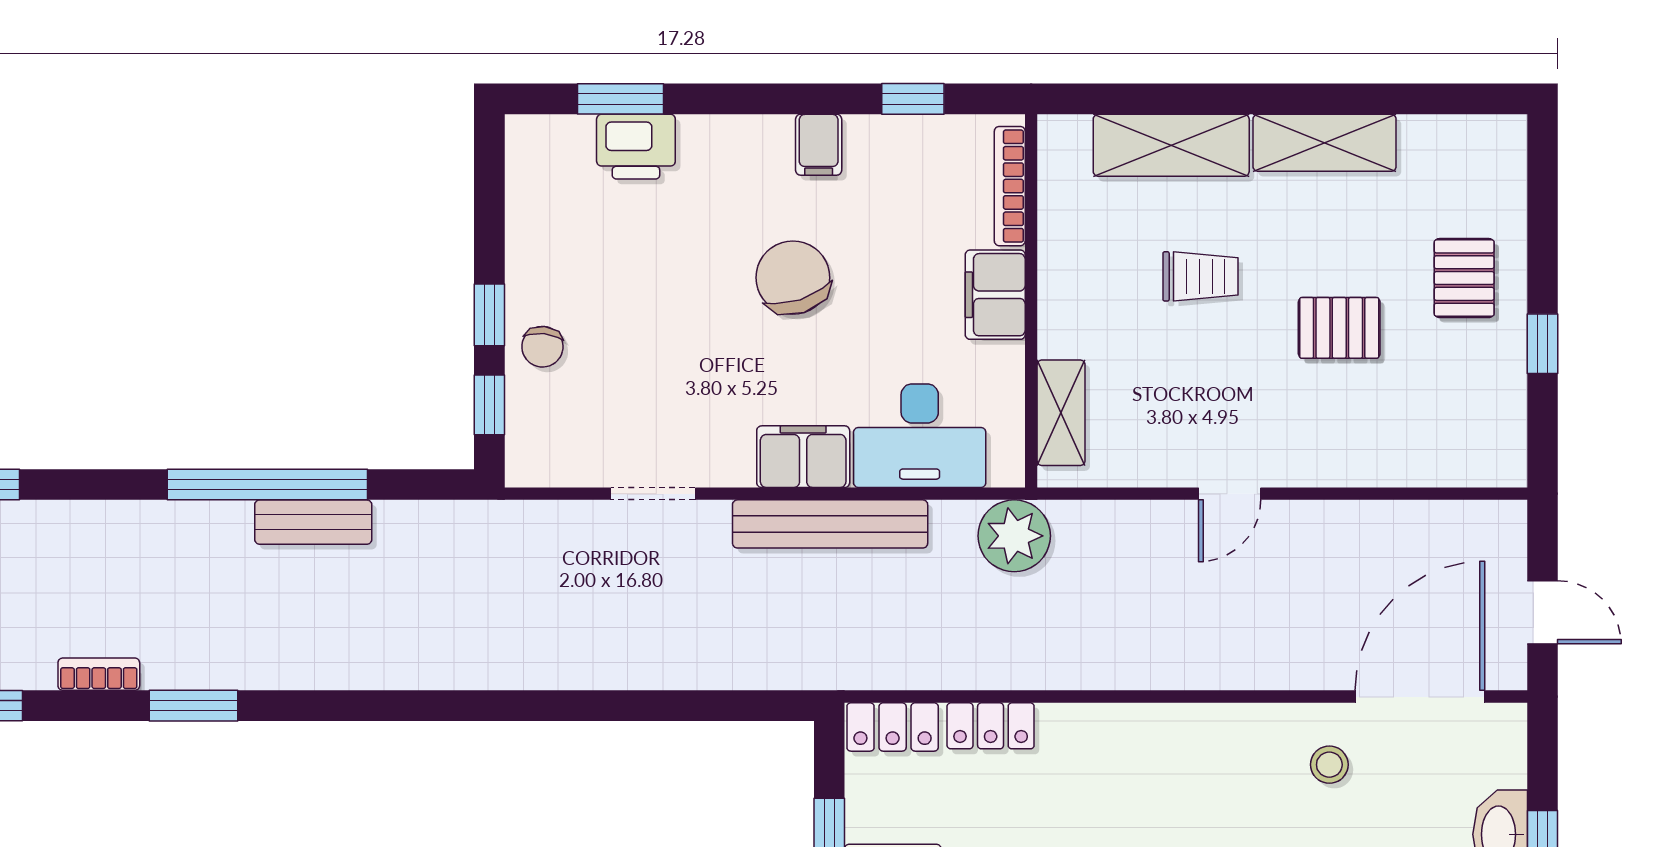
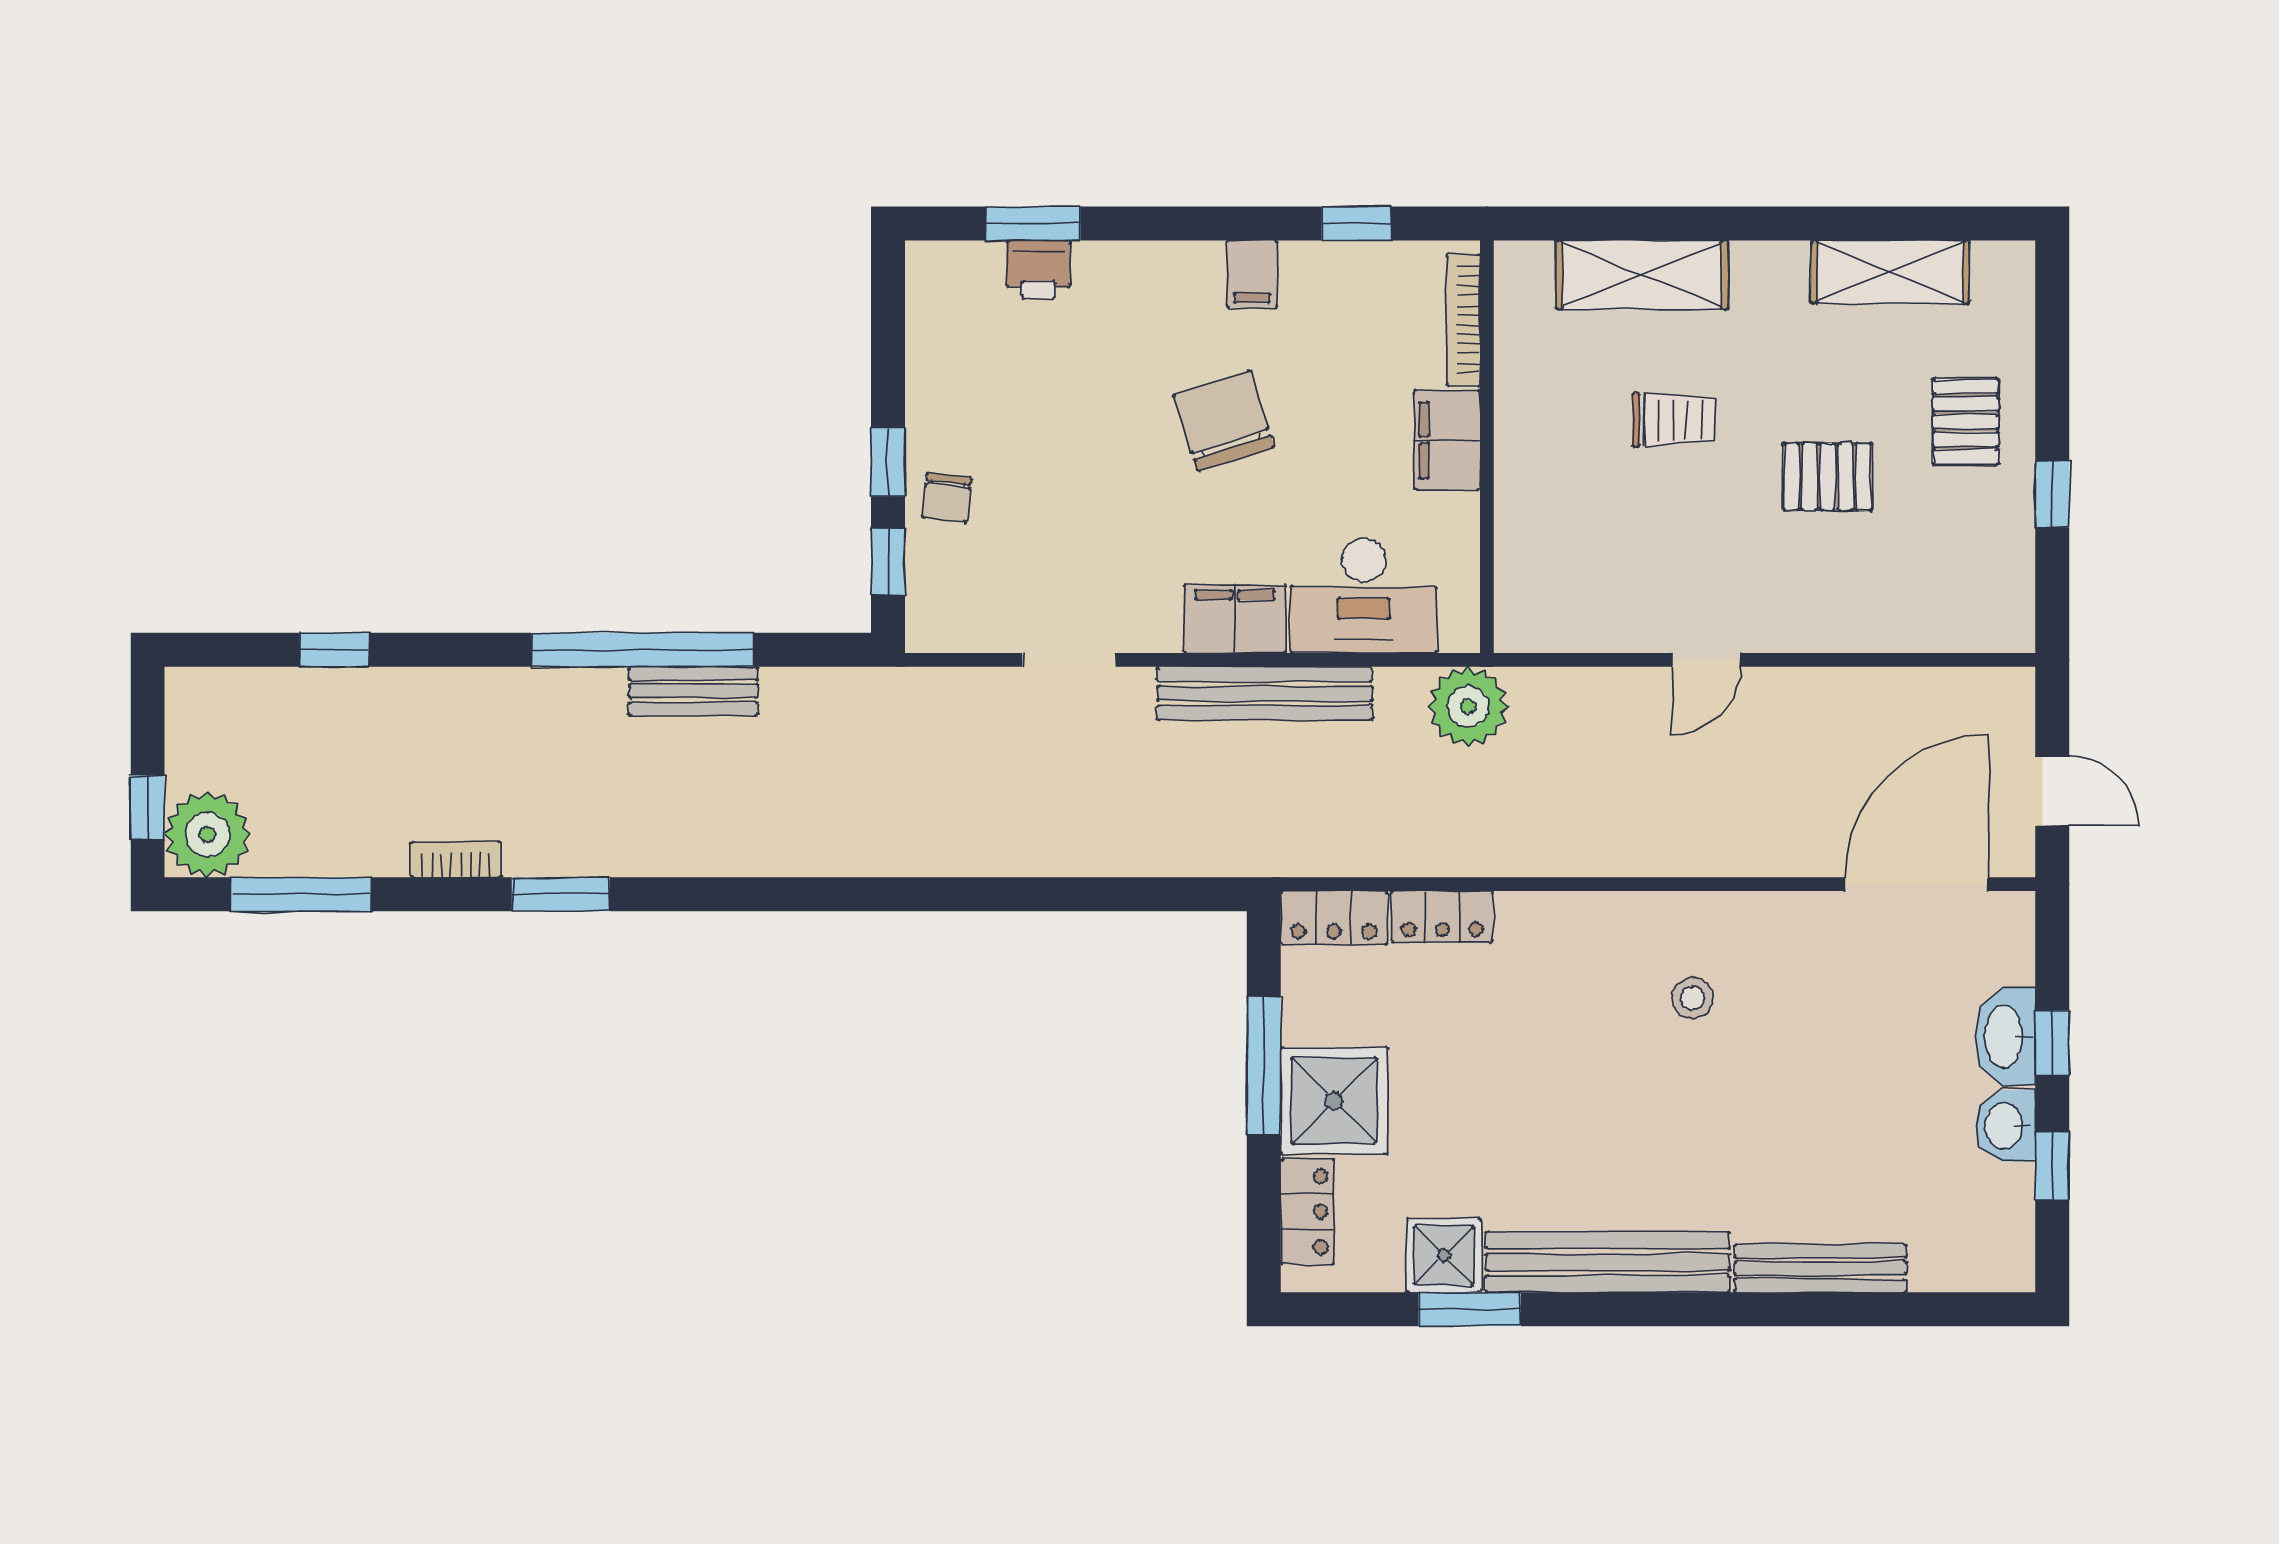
shelving: (1325, 143) -> (1890, 272), moved
printer: (636, 147) -> (1038, 269), width x0.73, depth x0.81
shelving: (1061, 413) -> (1520, 570), removed
stool: (1329, 765) -> (1693, 998), moved

